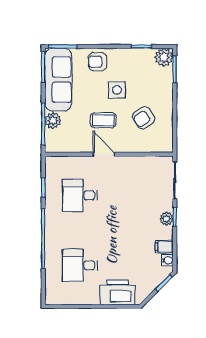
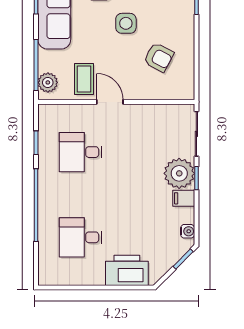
armchair: (144, 118) -> (159, 57), turned -118
coffee table: (103, 120) -> (84, 79), moved, turned 90
plant: (53, 121) -> (48, 82), moved
plant: (166, 219) -> (179, 173), width x1.87, depth x1.87
filing cabinet: (164, 247) -> (184, 198), moved

